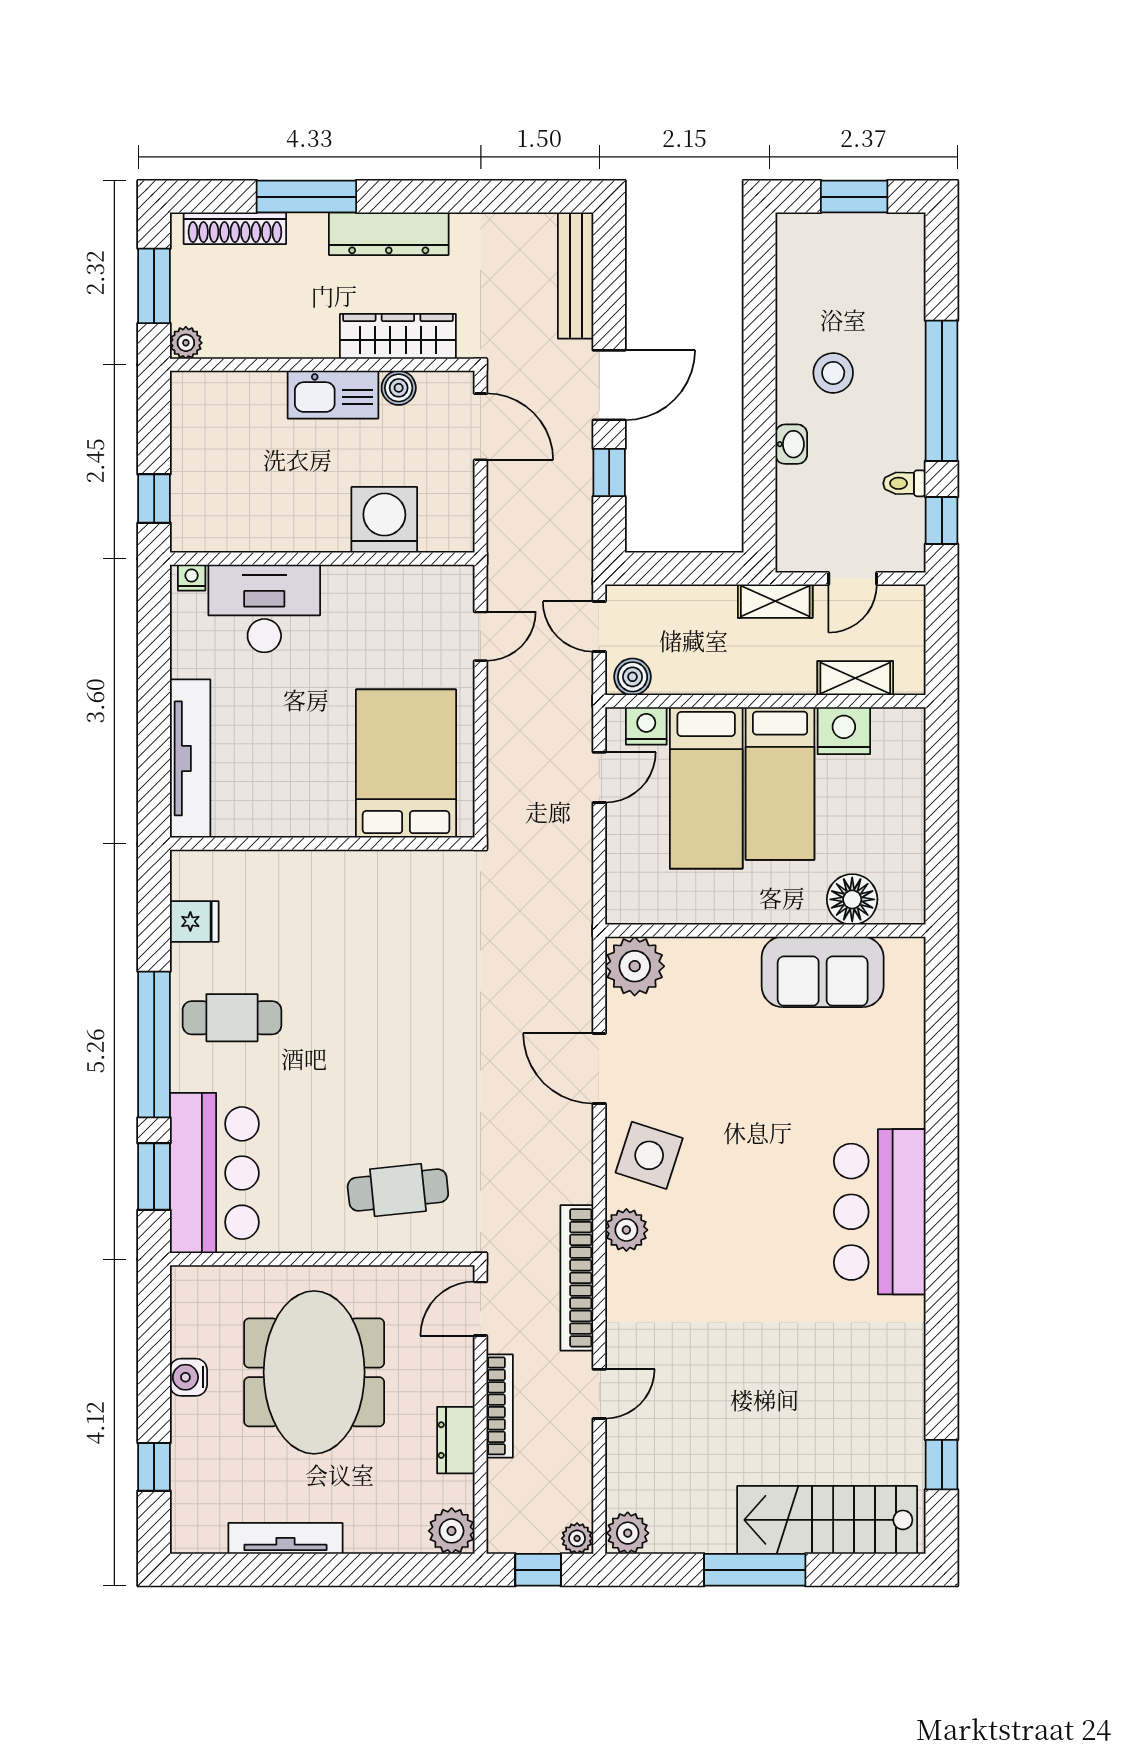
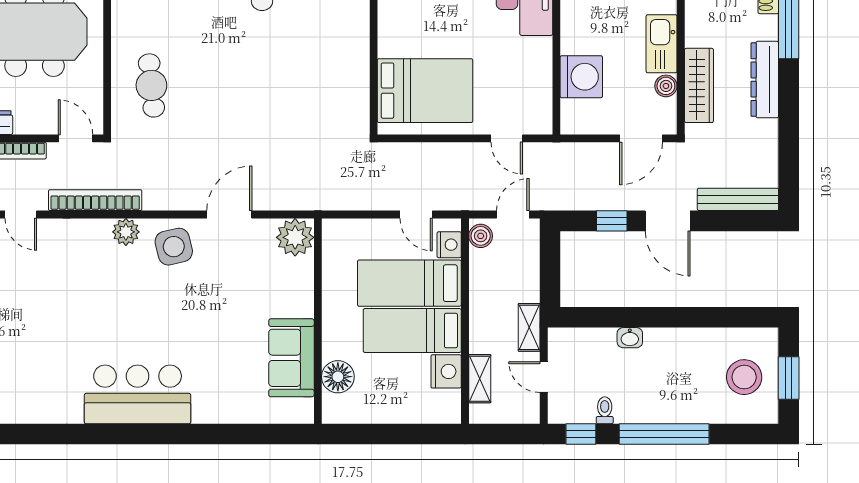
stool: (833, 373) -> (744, 377), moved, width x1.38, depth x1.38
side table: (649, 1155) -> (174, 247), turned -31

